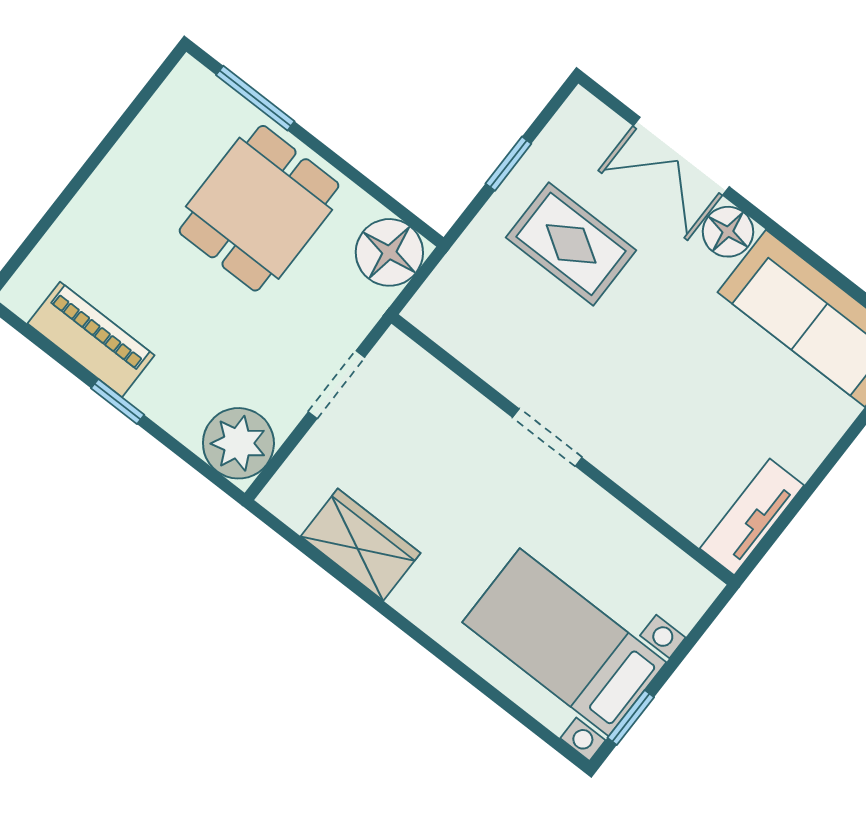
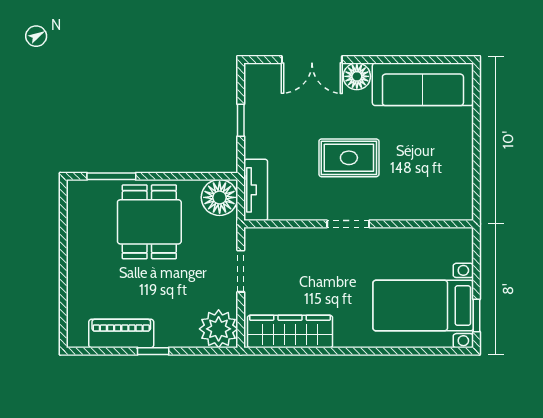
rug: (571, 244) -> (349, 158), moved
tv unit: (752, 517) -> (256, 190), moved, turned 180
wardrobe: (361, 545) -> (290, 331), width x1.50

